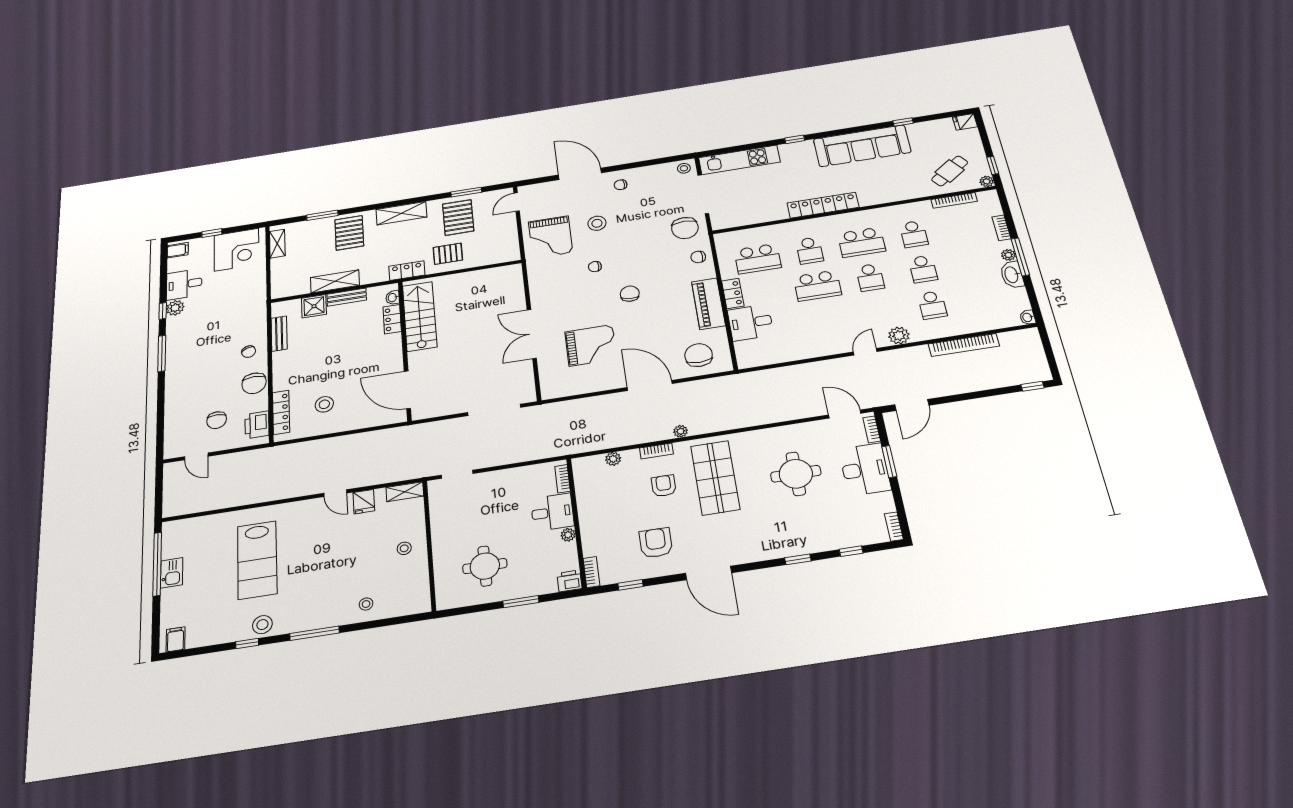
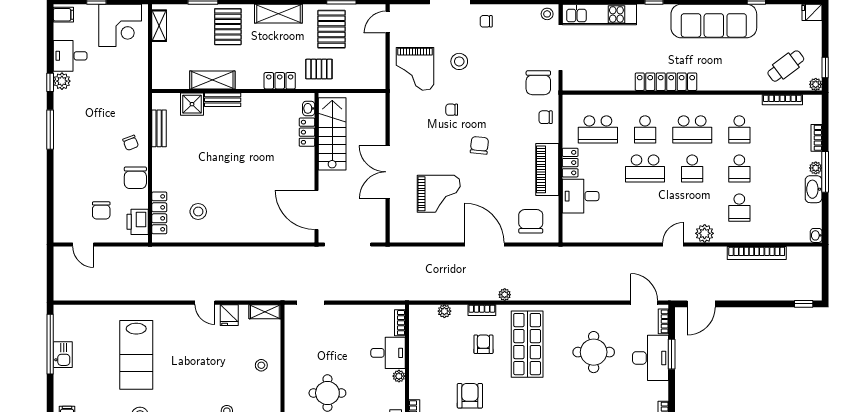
washbasin: (393, 298) -> (309, 108), moved
stairs: (420, 316) -> (332, 134), moved
locker: (392, 319) -> (307, 132), moved
wall: (405, 350) -> (316, 168), moved
door: (407, 390) -> (316, 210), moved

